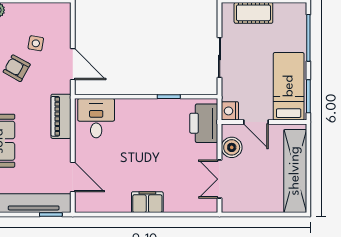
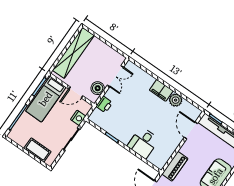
nightstand: (230, 111) -> (78, 118), moved
desk: (96, 118) -> (143, 143), moved
door: (256, 122) -> (76, 92), swing flipped
printer: (204, 123) -> (104, 104), width x0.53, depth x0.68
plant: (120, 203) -> (176, 100), added

